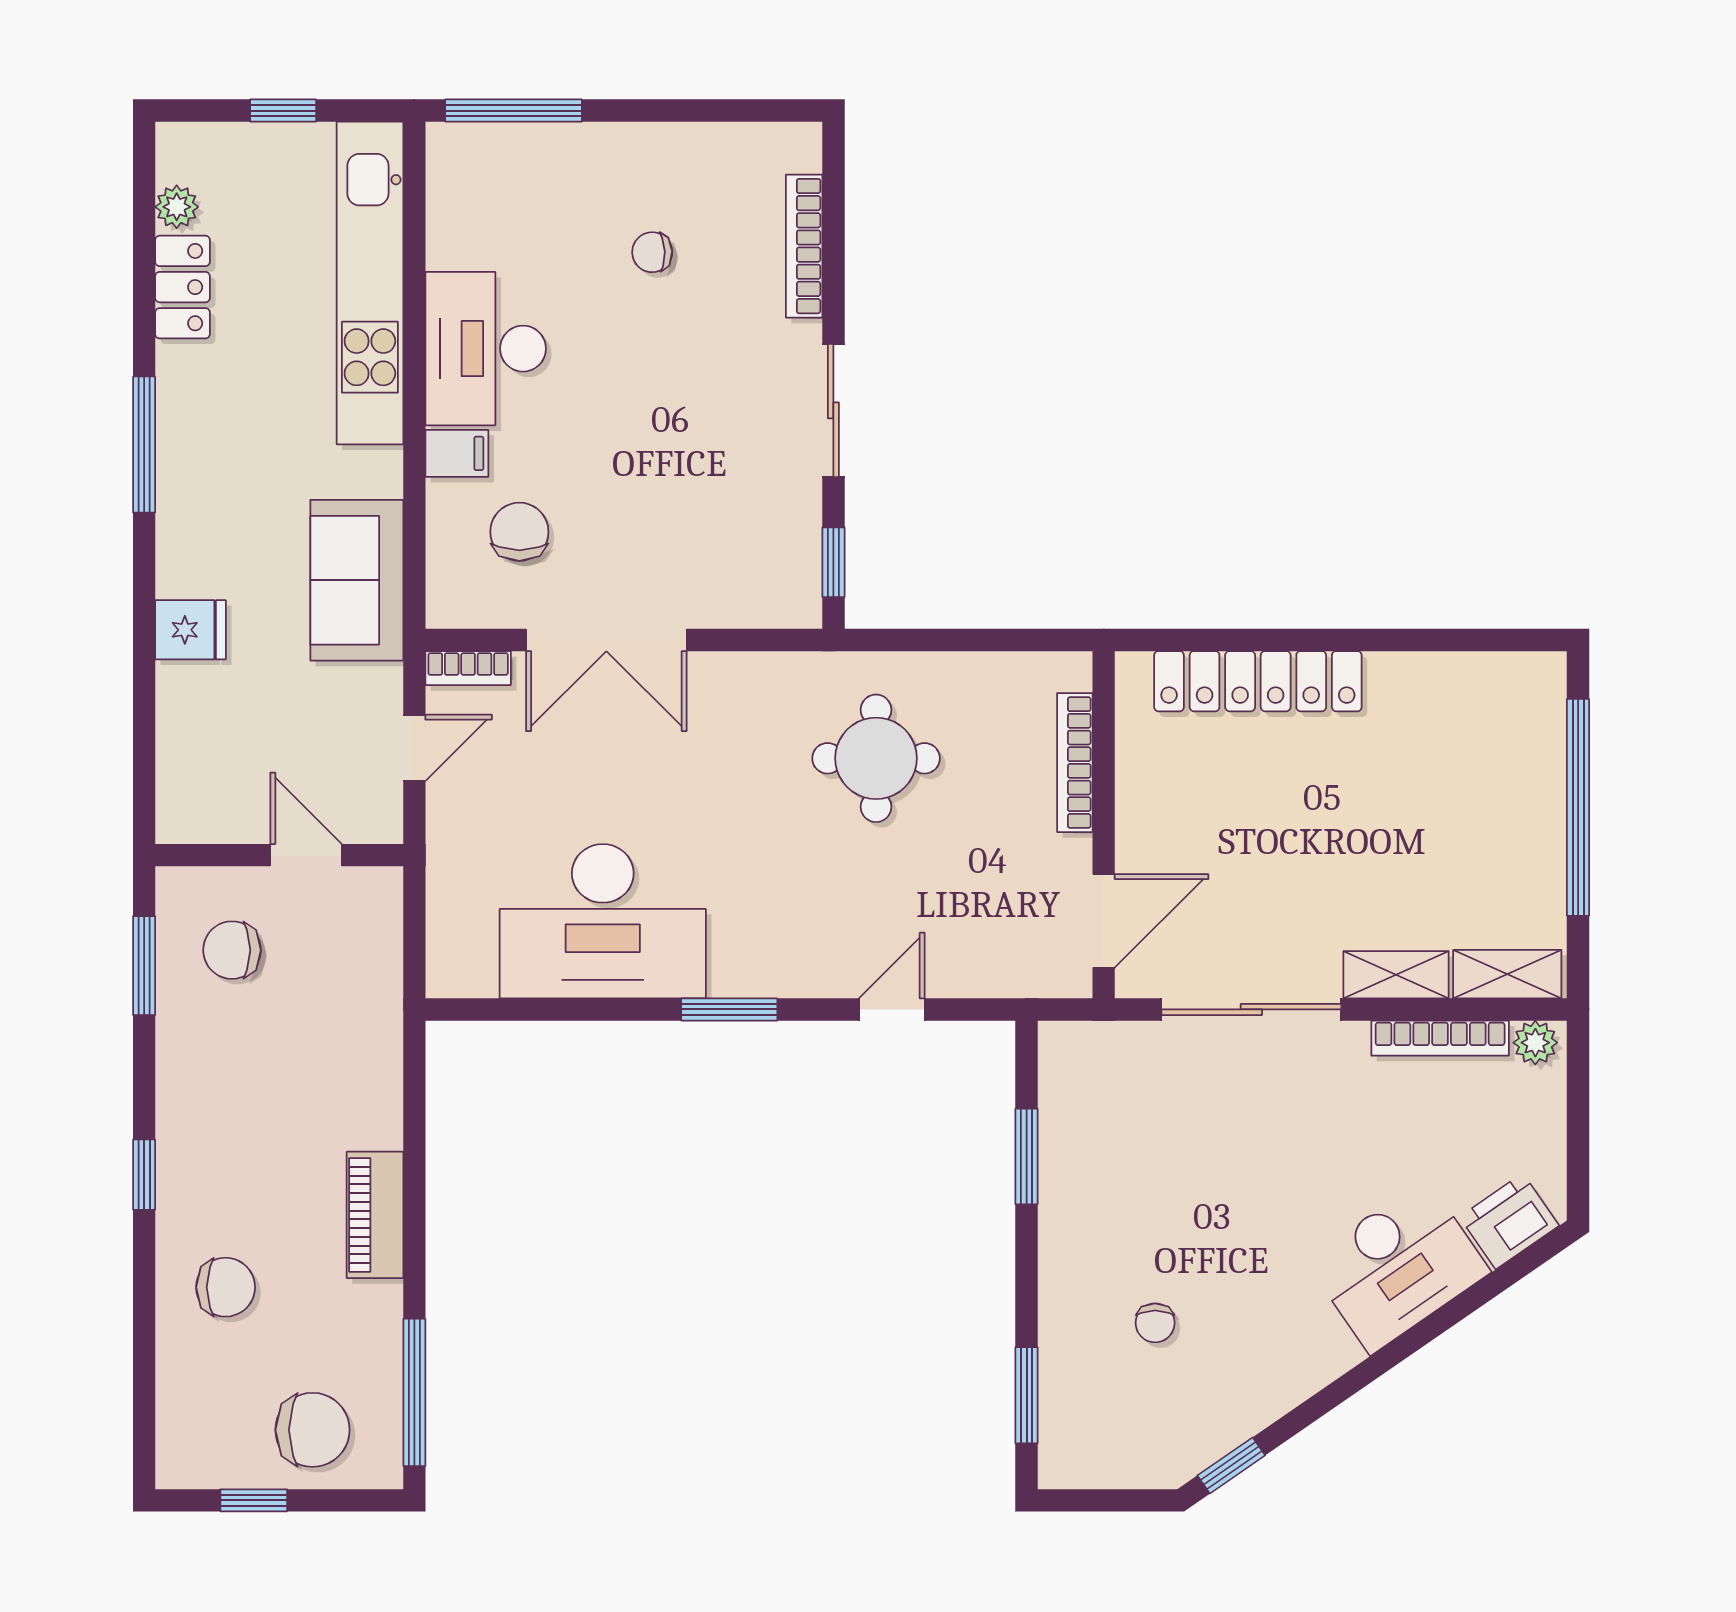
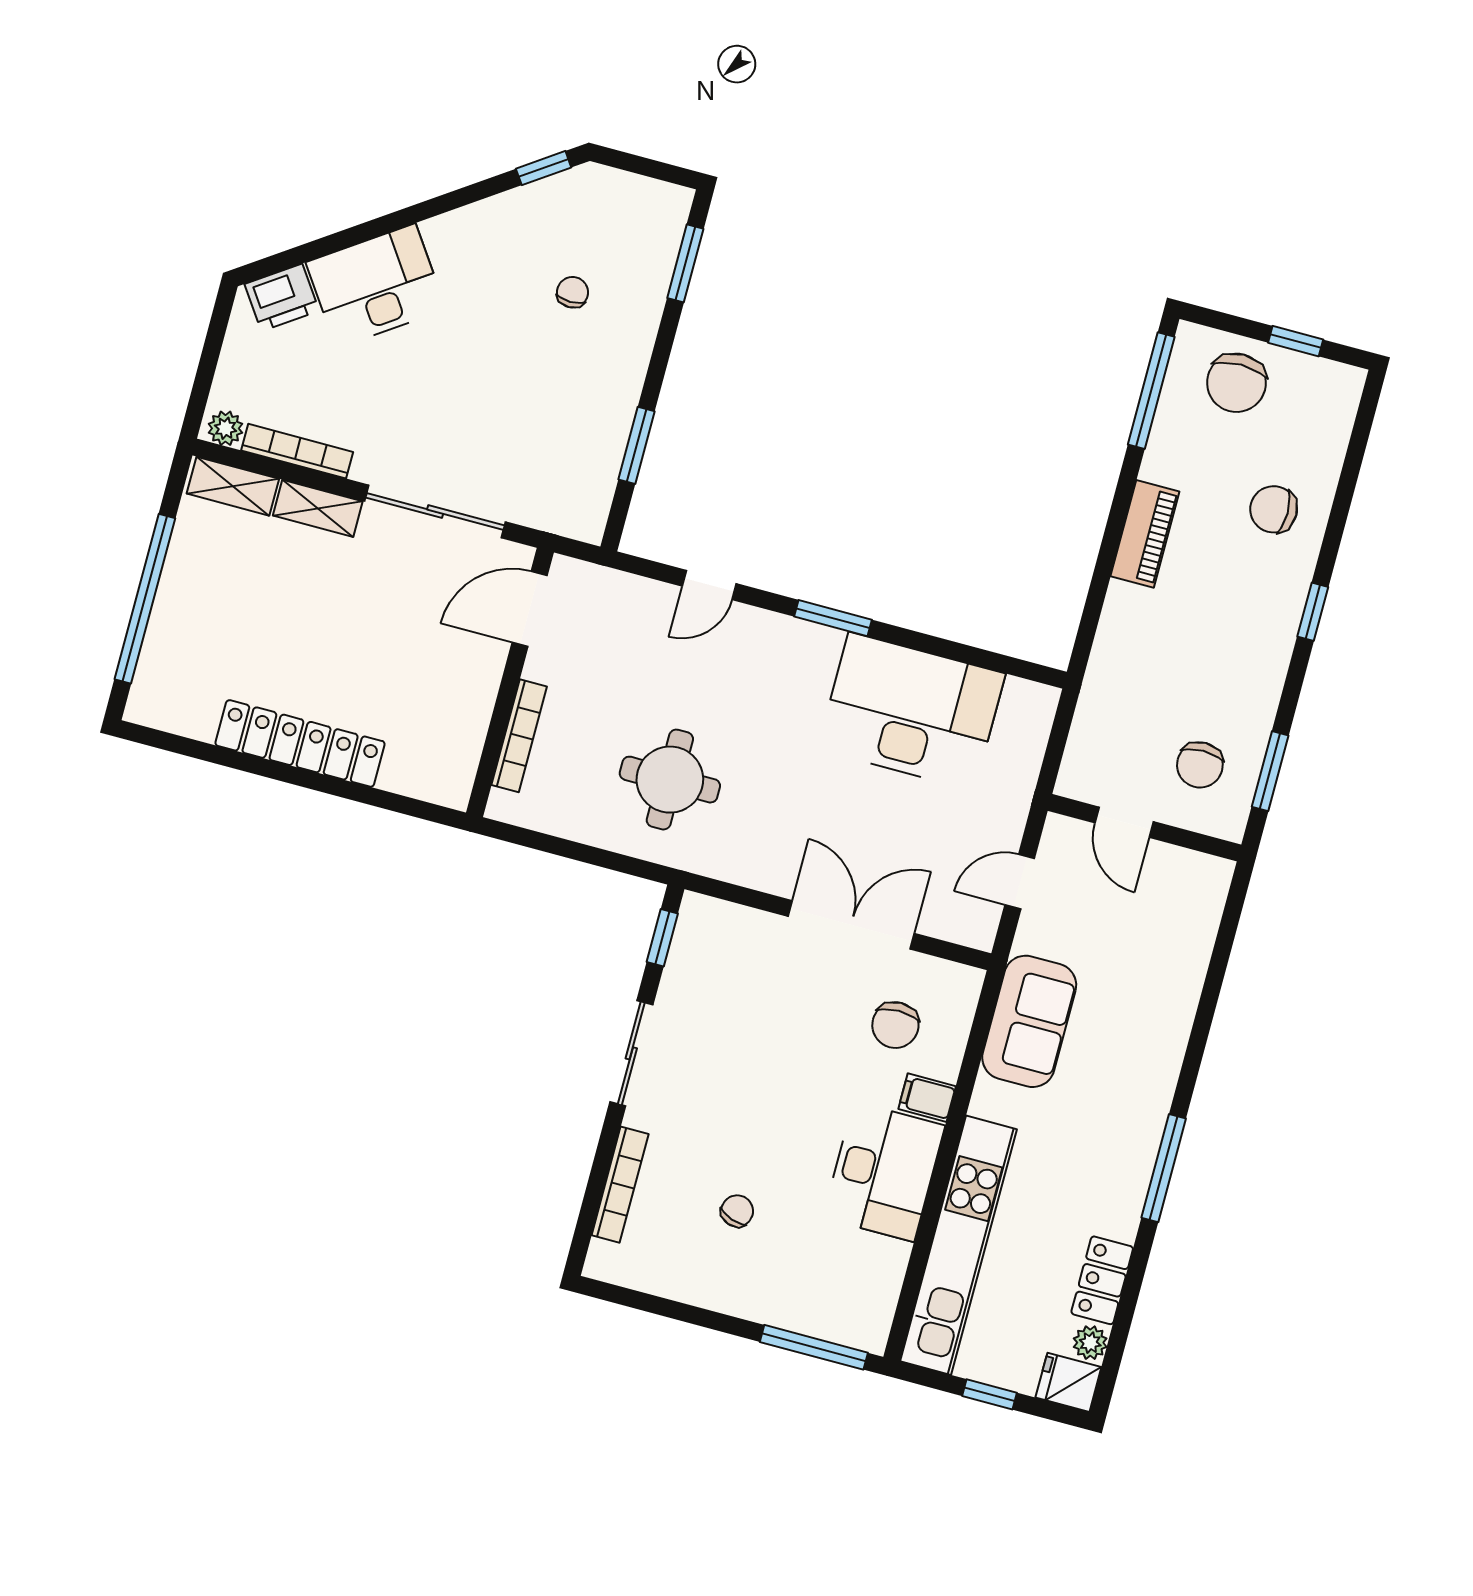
chair: (652, 252) -> (737, 1211), turned -69
fridge: (190, 630) -> (1068, 1382), moved
bookcase: (468, 668) -> (962, 932), removed
locker: (1258, 681) -> (300, 743), moved
chair: (232, 950) -> (1200, 765), turned 90
chair: (313, 1430) -> (1236, 383), turned -90

